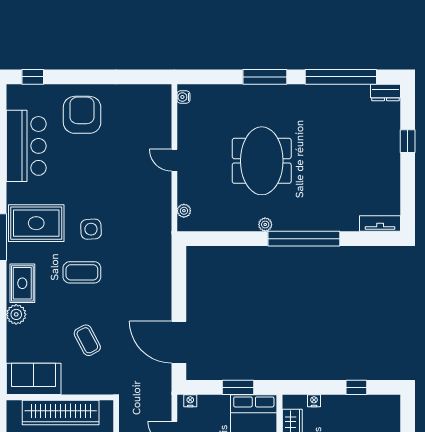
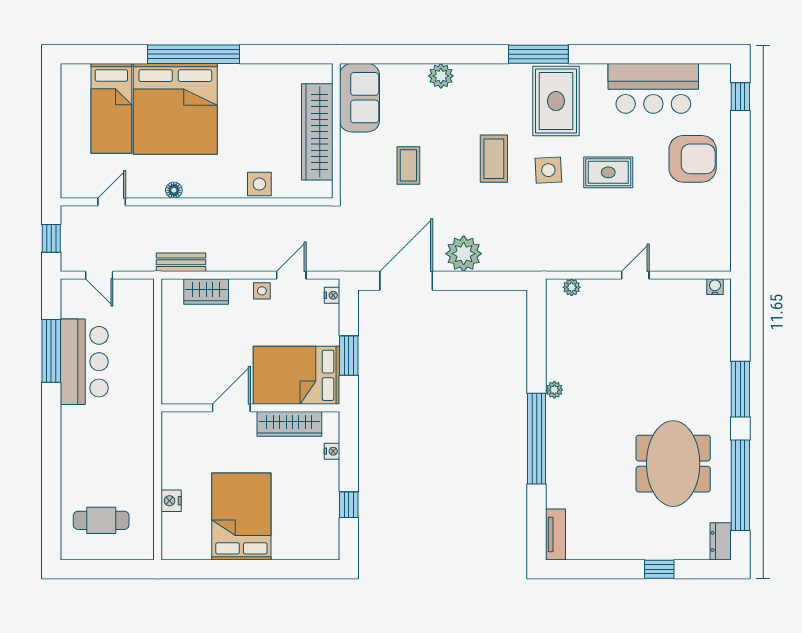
meeting table: (262, 161) -> (673, 464), moved, turned 90
rug: (22, 283) -> (608, 172), moved
plant: (157, 296) -> (464, 254), added
coffee table: (87, 340) -> (408, 165), turned -62

